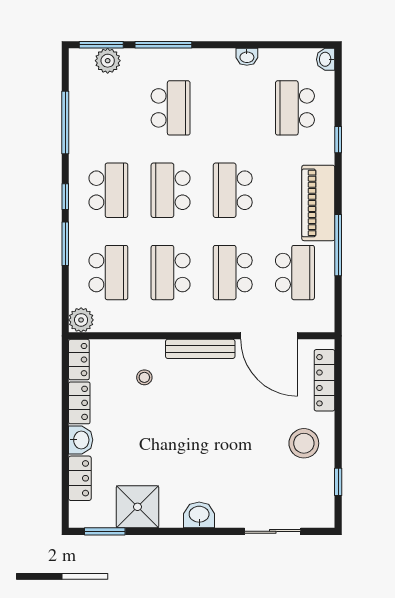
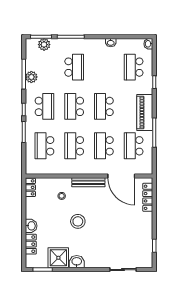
school desk: (108, 273) -> (44, 146), turned 180
school desk: (295, 273) -> (134, 146), turned 180
plant: (81, 320) -> (31, 77), moved
locker: (79, 403) -> (31, 208), removed
stool: (304, 443) -> (78, 221), moved
washbasin: (199, 515) -> (77, 262), moved

